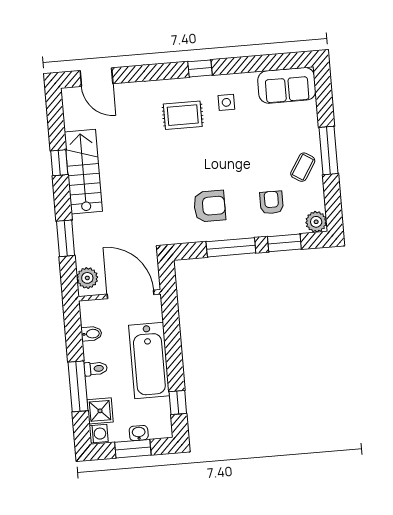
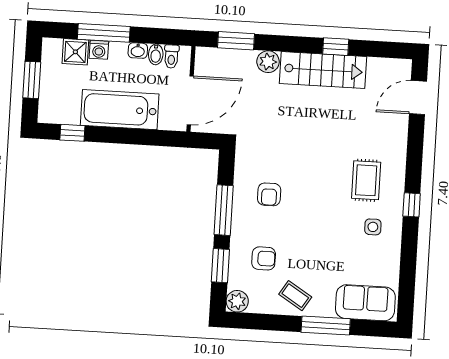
sofa: (287, 85) -> (365, 303), moved, turned 90
window: (329, 150) -> (326, 326), moved
armchair: (210, 206) -> (269, 194), width x0.72, depth x0.72
window: (66, 238) -> (236, 41), moved
plant: (87, 278) -> (268, 62), moved
toilet: (96, 369) -> (171, 57), moved
washbasin: (139, 433) -> (138, 51), moved, turned 90
washing machine: (99, 434) -> (99, 50), moved

